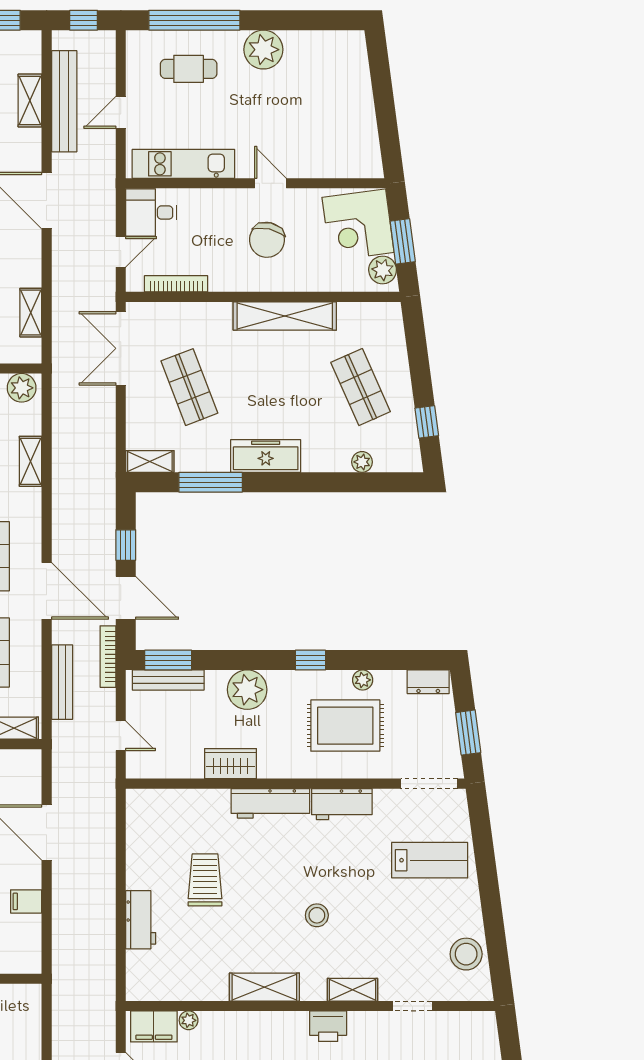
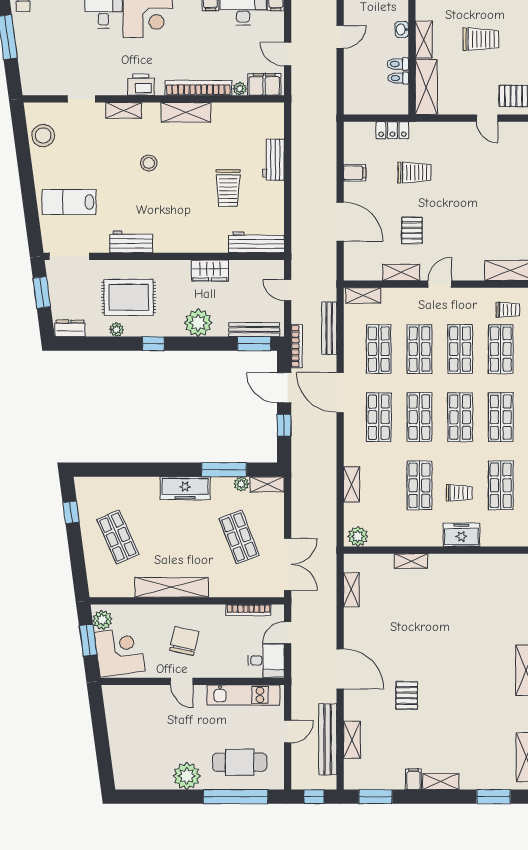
cafe table: (189, 69) -> (240, 762), width x1.37, depth x1.35
plant: (362, 462) -> (241, 484), moved
workbench: (270, 803) -> (256, 242), moved
bookcase: (247, 1022) -> (198, 88), added

